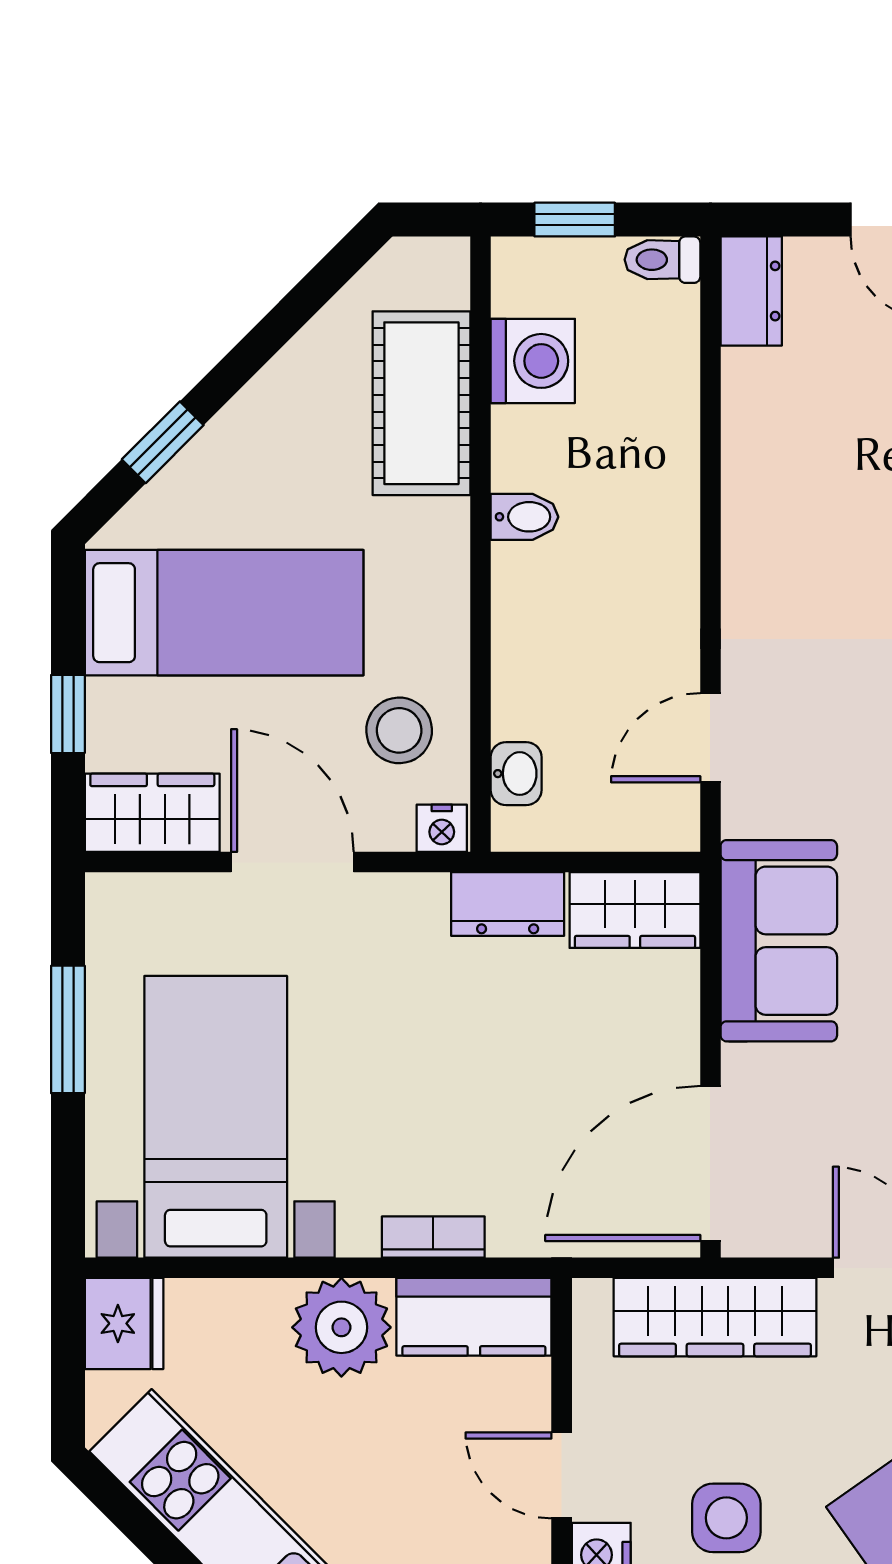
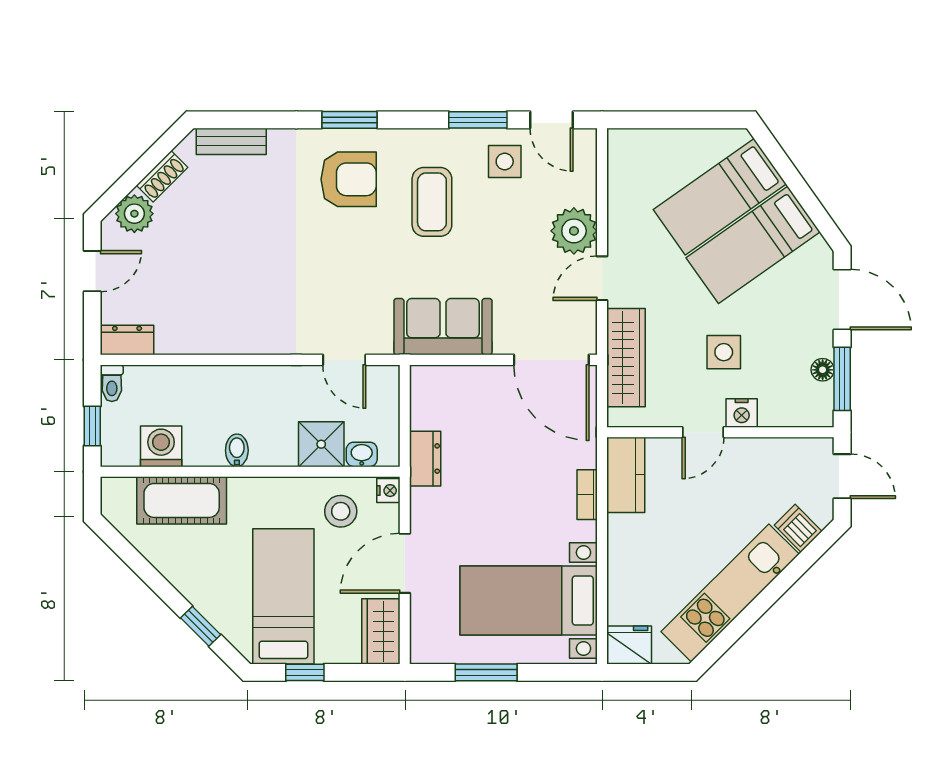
shower: (537, 690) -> (321, 444), added
window: (68, 714) -> (305, 672), moved
wardrobe: (635, 910) -> (428, 397), removed
plant: (341, 1327) -> (631, 539), removed

